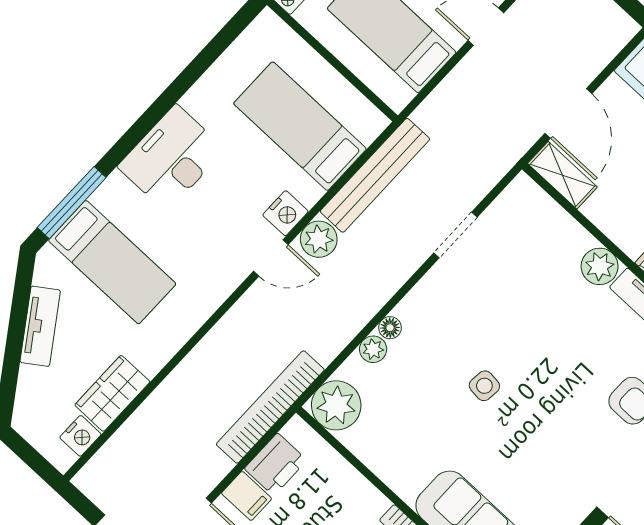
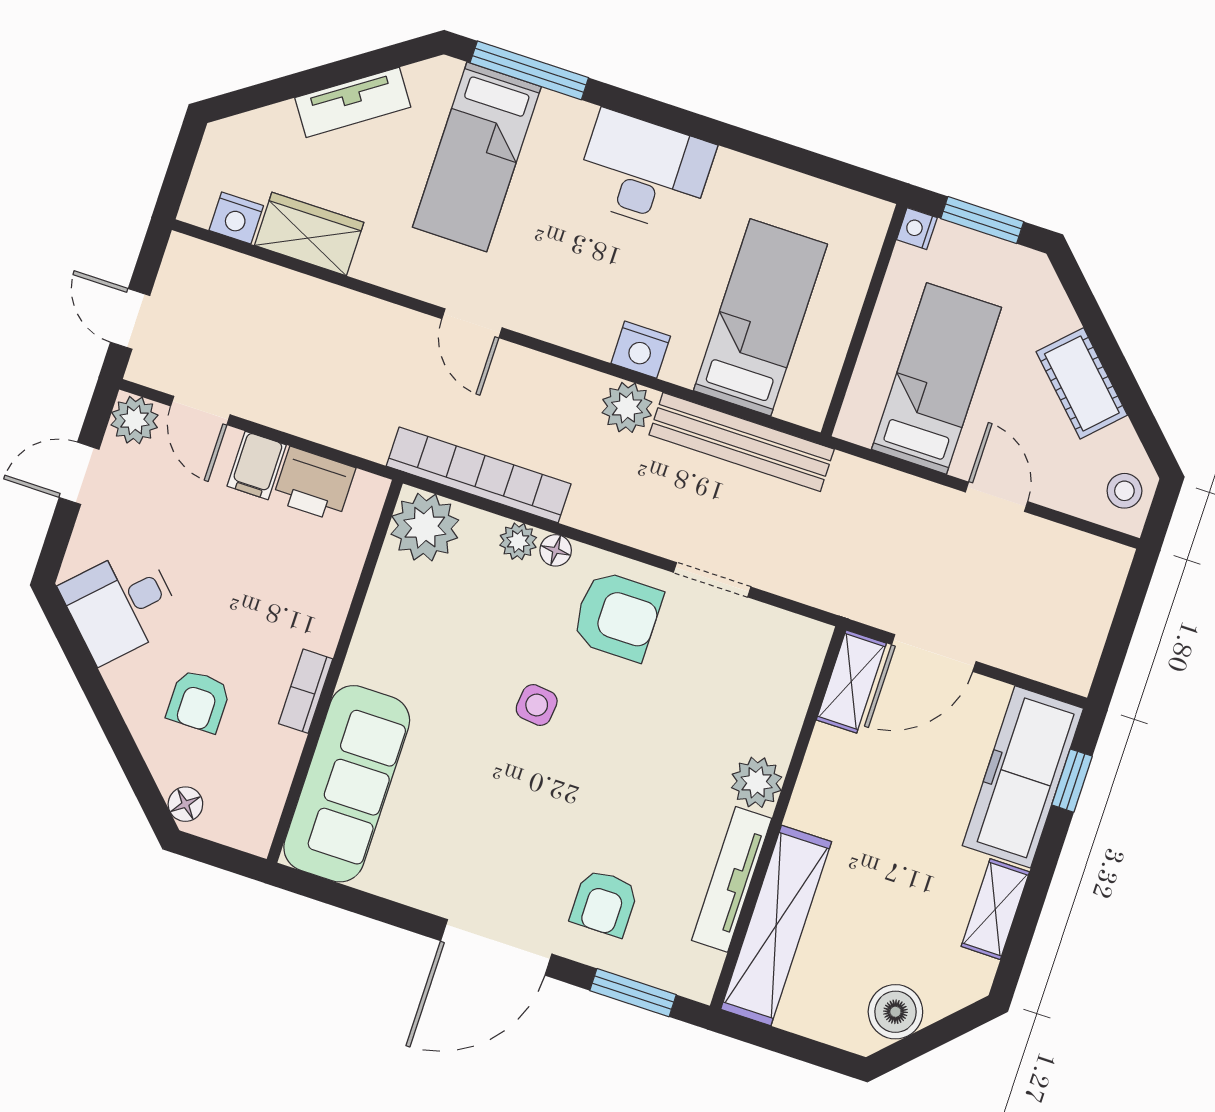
door: (271, 258) -> (472, 323), moved
armchair: (451, 307) -> (617, 616), added
bookcase: (270, 407) -> (479, 475), moved

